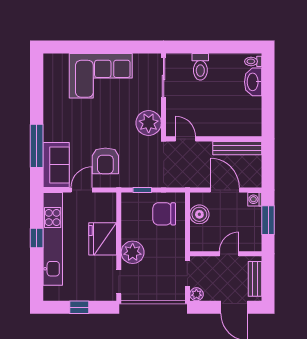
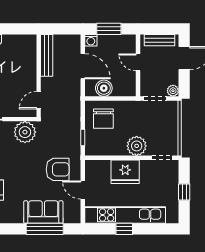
sofa: (56, 165) -> (43, 212), moved
door: (225, 190) -> (83, 66), swing flipped

